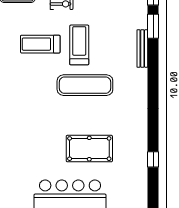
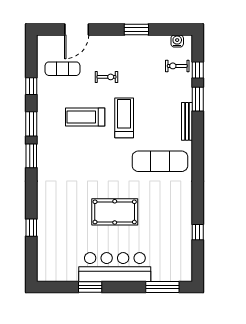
exercise mat: (85, 85) -> (160, 161), moved
pool table: (89, 149) -> (115, 212), moved

